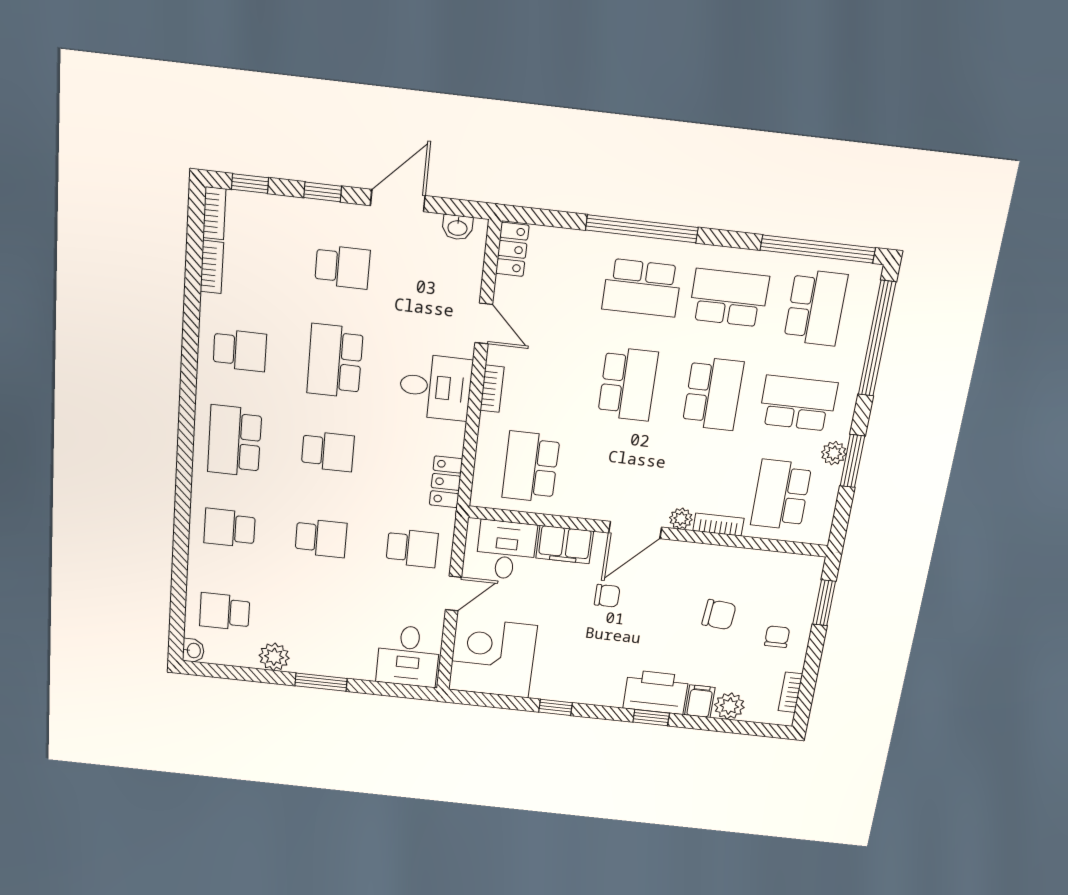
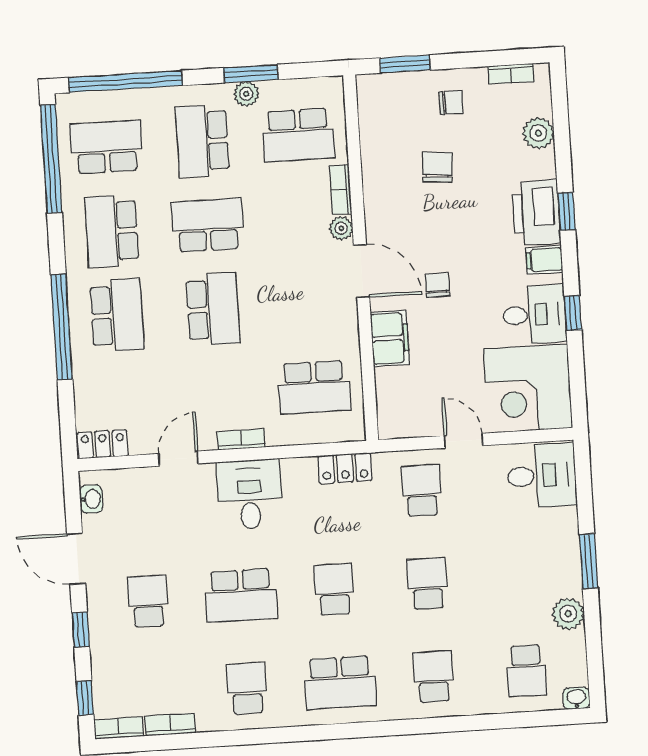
school desk: (628, 384) -> (213, 309), turned 90
school desk: (230, 528) -> (433, 677), turned 180
desk: (506, 550) -> (534, 315), moved, turned 180
chair: (777, 637) -> (451, 102), turned 180
filing cabinet: (700, 701) -> (544, 260), moved

